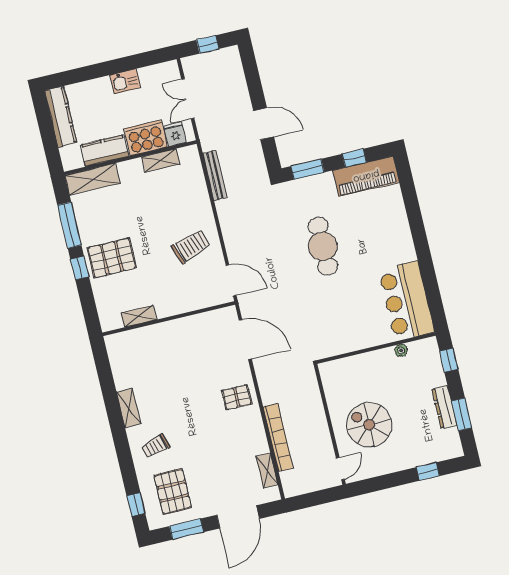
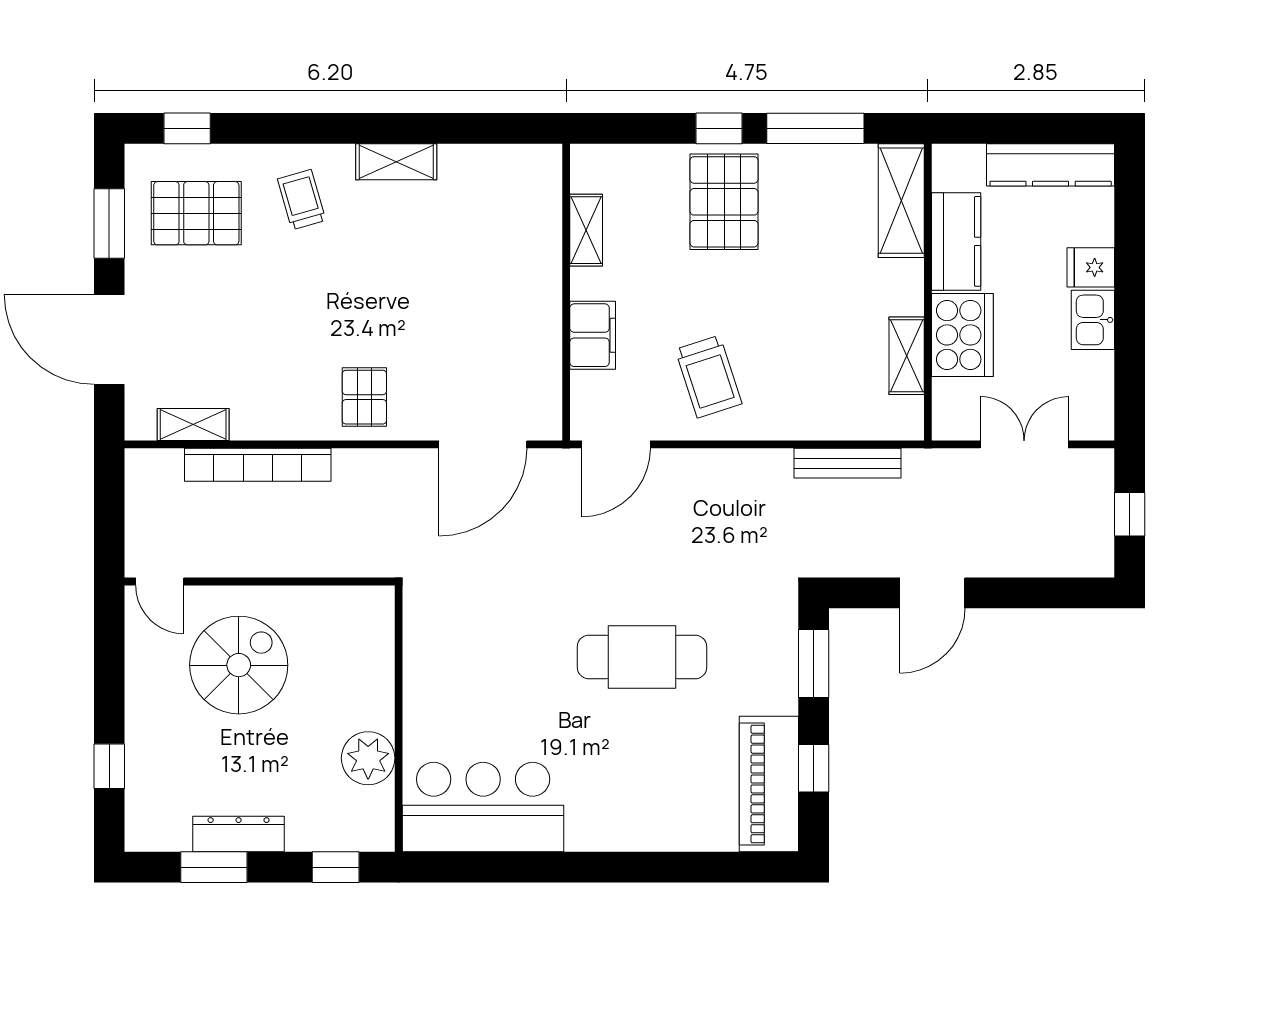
fridge: (175, 134) -> (1091, 267), moved, turned 180
filing cabinet: (185, 302) -> (593, 335), added
plant: (401, 350) -> (368, 758), width x1.87, depth x1.87

